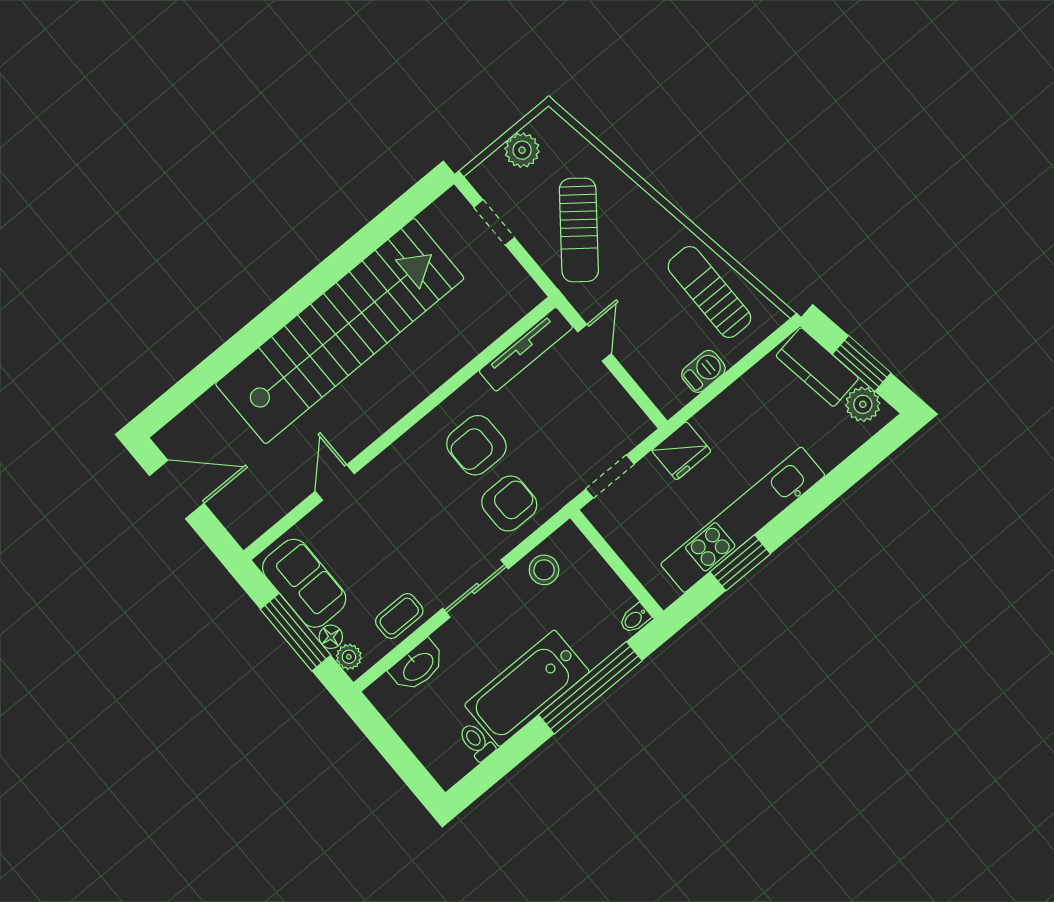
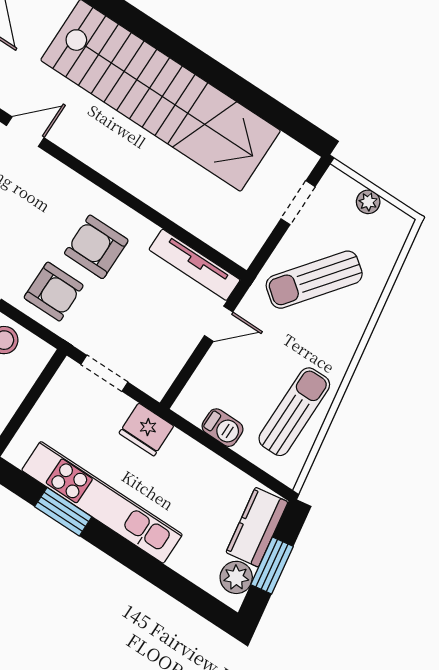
plant: (522, 150) -> (368, 202), width x0.73, depth x0.73

